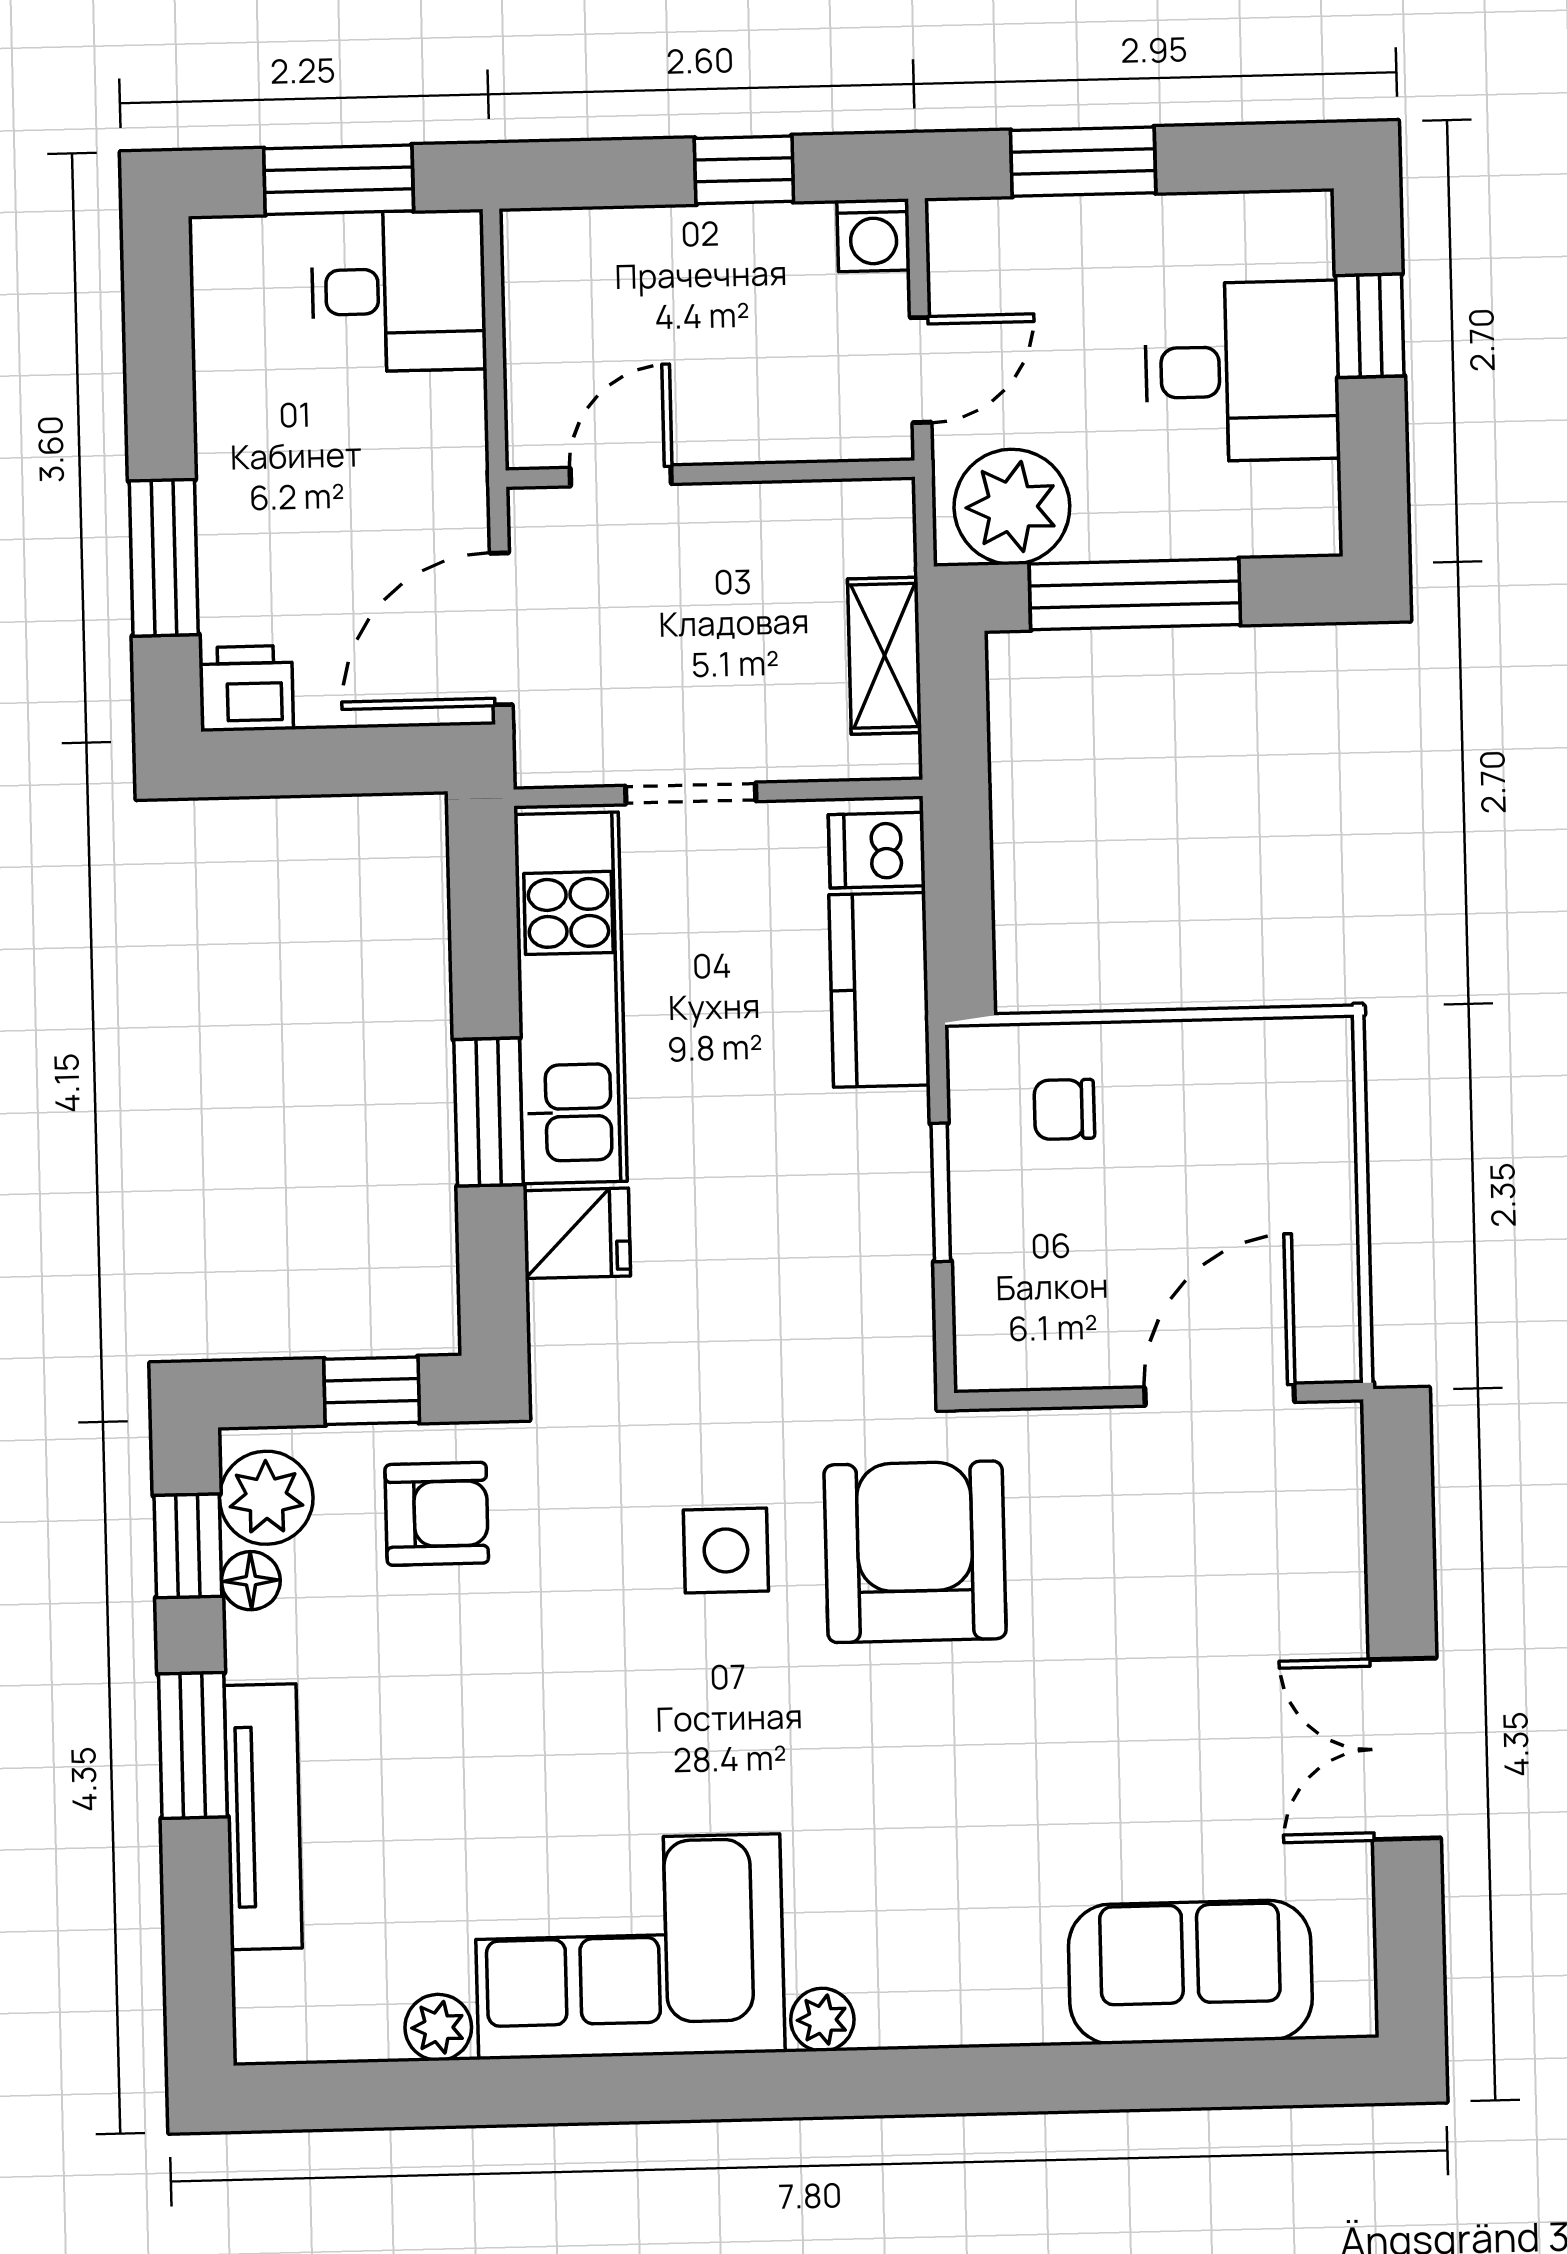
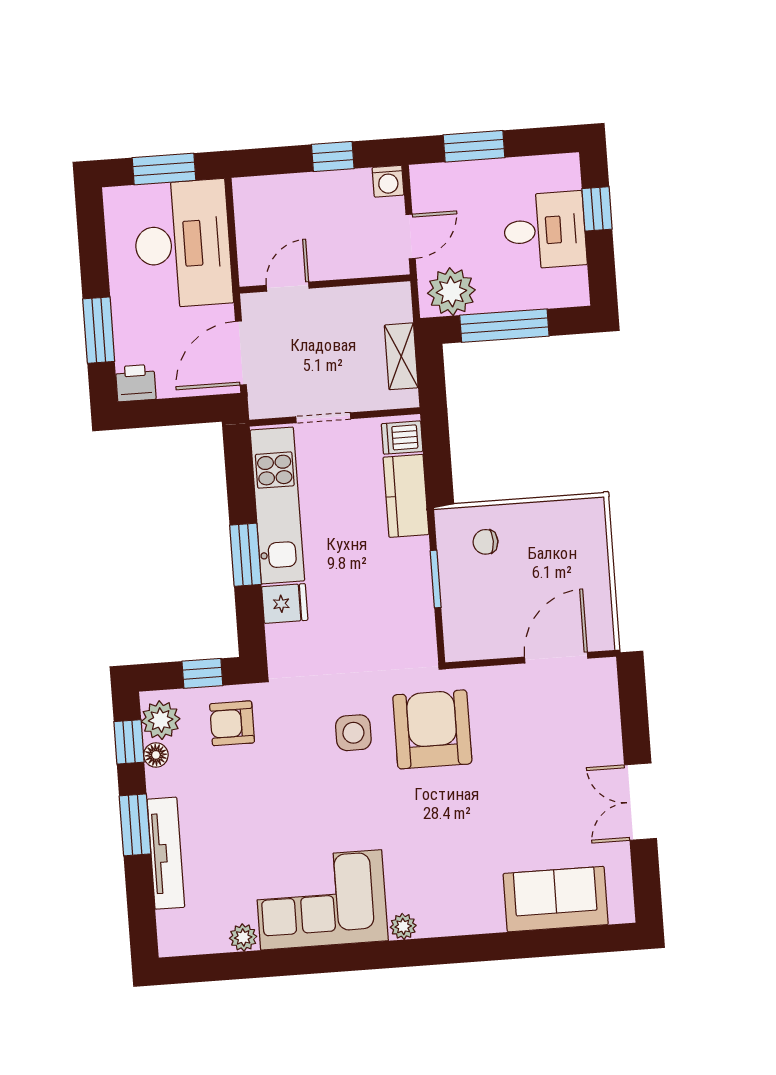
desk: (399, 291) -> (183, 244), width x1.87, depth x1.30
armchair: (437, 1514) -> (232, 723), turned 180

